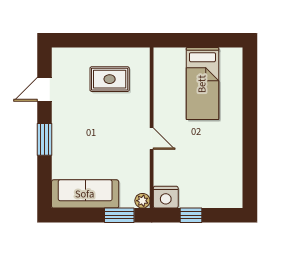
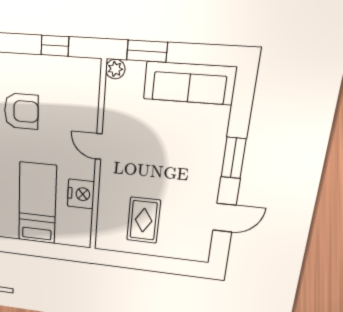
rug: (110, 79) -> (144, 220), turned 90
armchair: (218, 162) -> (21, 111), added
nightstand: (166, 197) -> (81, 194), moved, turned 90

